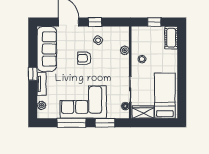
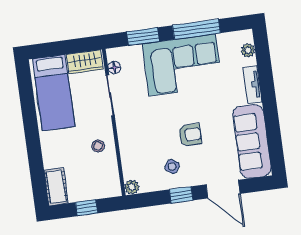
plant: (125, 50) -> (132, 187), moved
window: (33, 74) -> (269, 99), removed

